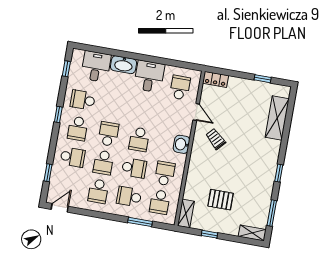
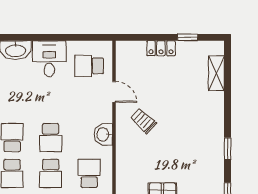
locker: (216, 79) -> (161, 48), moved
school desk: (180, 88) -> (89, 66), turned -90
shelving: (277, 118) -> (216, 73), width x0.67, depth x0.75
school desk: (134, 168) -> (51, 173), turned 90

